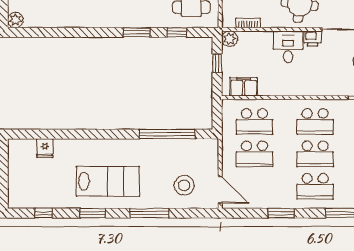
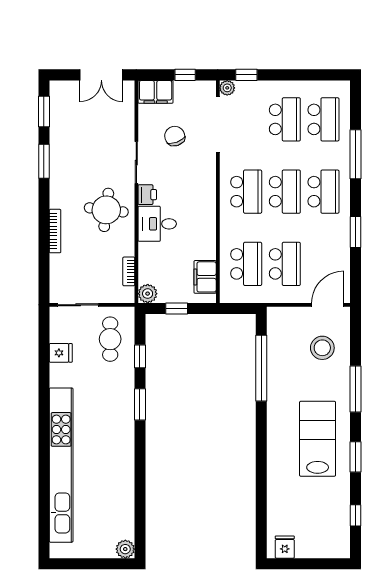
fridge: (45, 148) -> (285, 547), moved, turned -90

